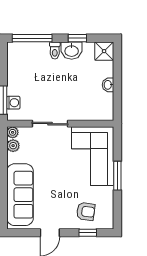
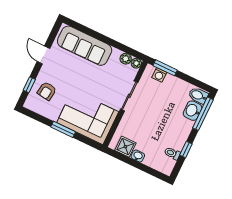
toilet: (55, 50) -> (172, 153), moved
washbasin: (72, 51) -> (193, 111), moved
shower: (104, 51) -> (125, 147), moved
bidet: (15, 52) -> (198, 95), added

